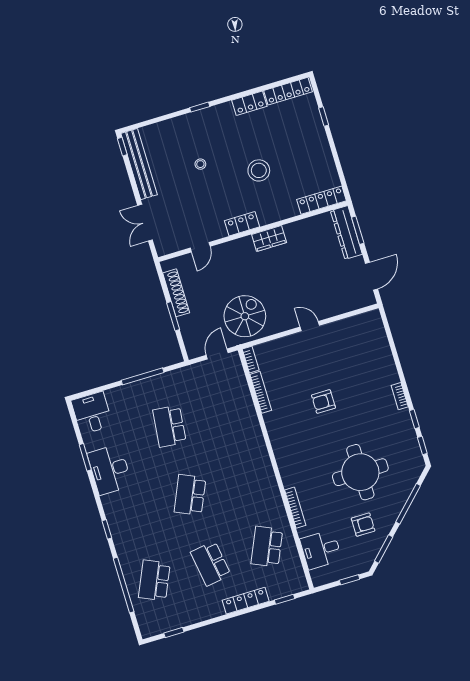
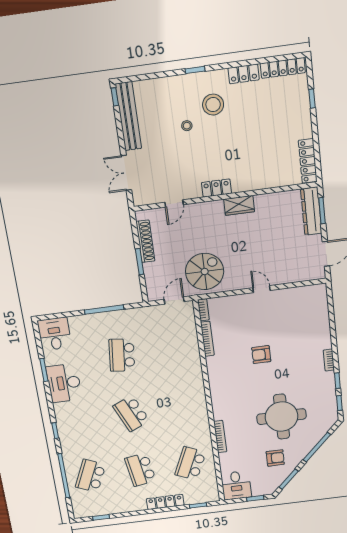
stool: (259, 170) -> (213, 105), moved
locker: (322, 200) -> (308, 161), moved, turned -90
school desk: (190, 495) -> (131, 413), turned -48
desk: (321, 550) -> (236, 485), moved, turned -90

